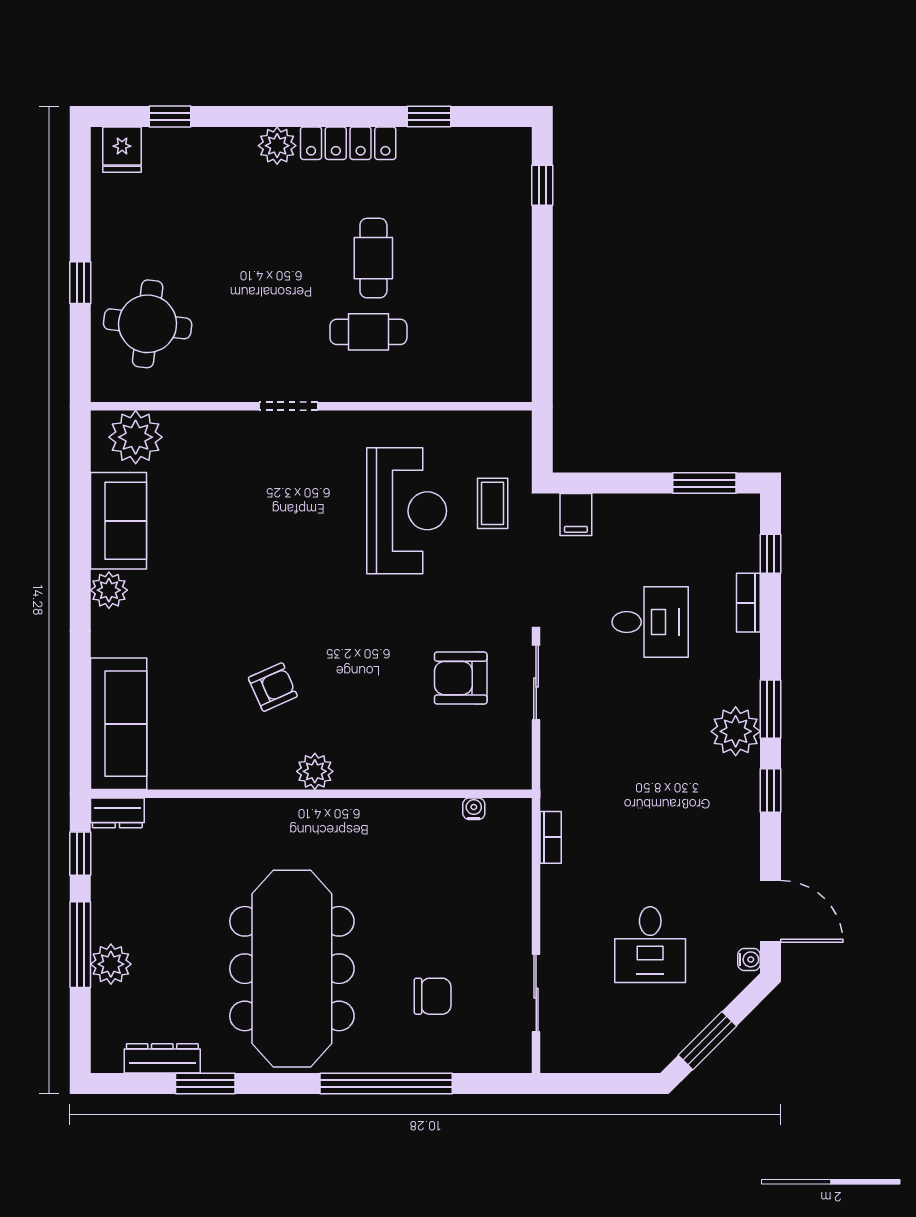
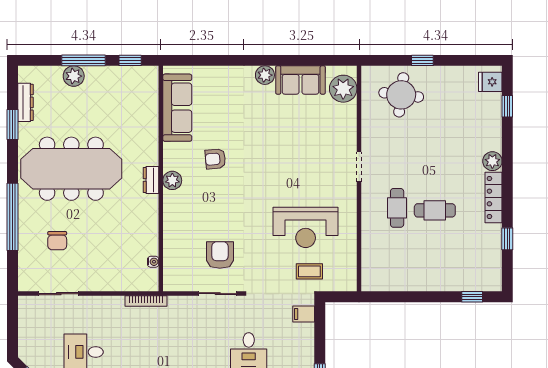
armchair: (273, 687) -> (215, 159), turned 109
sofa: (119, 724) -> (177, 108), moved, turned -90
dresser: (117, 813) -> (151, 180), moved
bookcase: (551, 837) -> (146, 301), width x1.56

